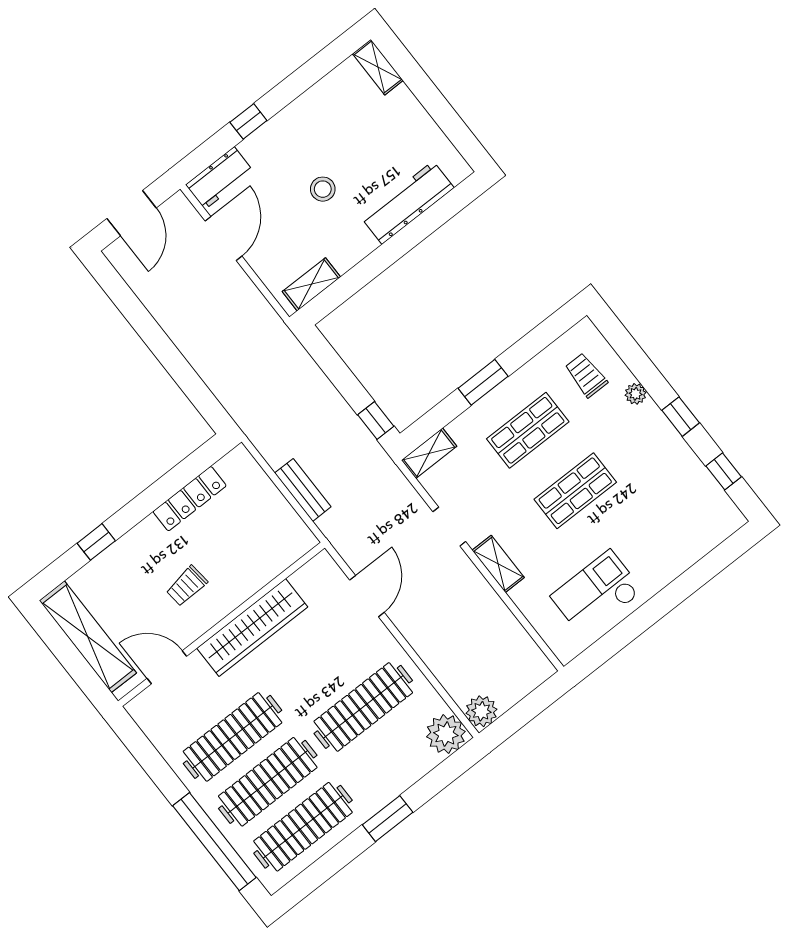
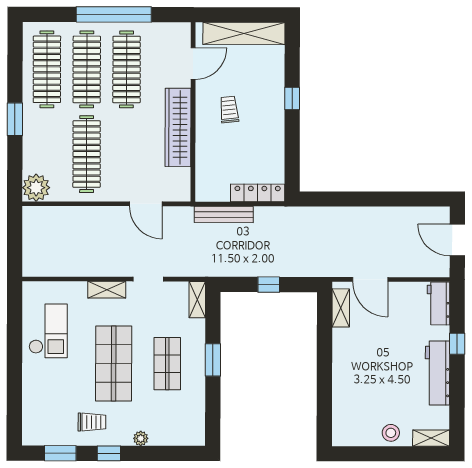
stool: (323, 189) -> (391, 433), moved
workbench: (408, 203) -> (438, 373), moved, turned 180
door: (223, 239) -> (370, 279), moved
trolley: (586, 375) -> (92, 422), moved
window: (376, 421) -> (269, 285), moved
window: (724, 471) -> (60, 453), width x1.50
bench: (303, 490) -> (224, 214), width x1.36
shop shelf: (575, 491) -> (114, 364), width x1.43, depth x1.36
locker: (190, 499) -> (258, 193), moved, turned 90
window: (96, 542) -> (292, 98), moved
plant: (481, 711) -> (33, 217), removed
window: (214, 842) -> (114, 14), moved

